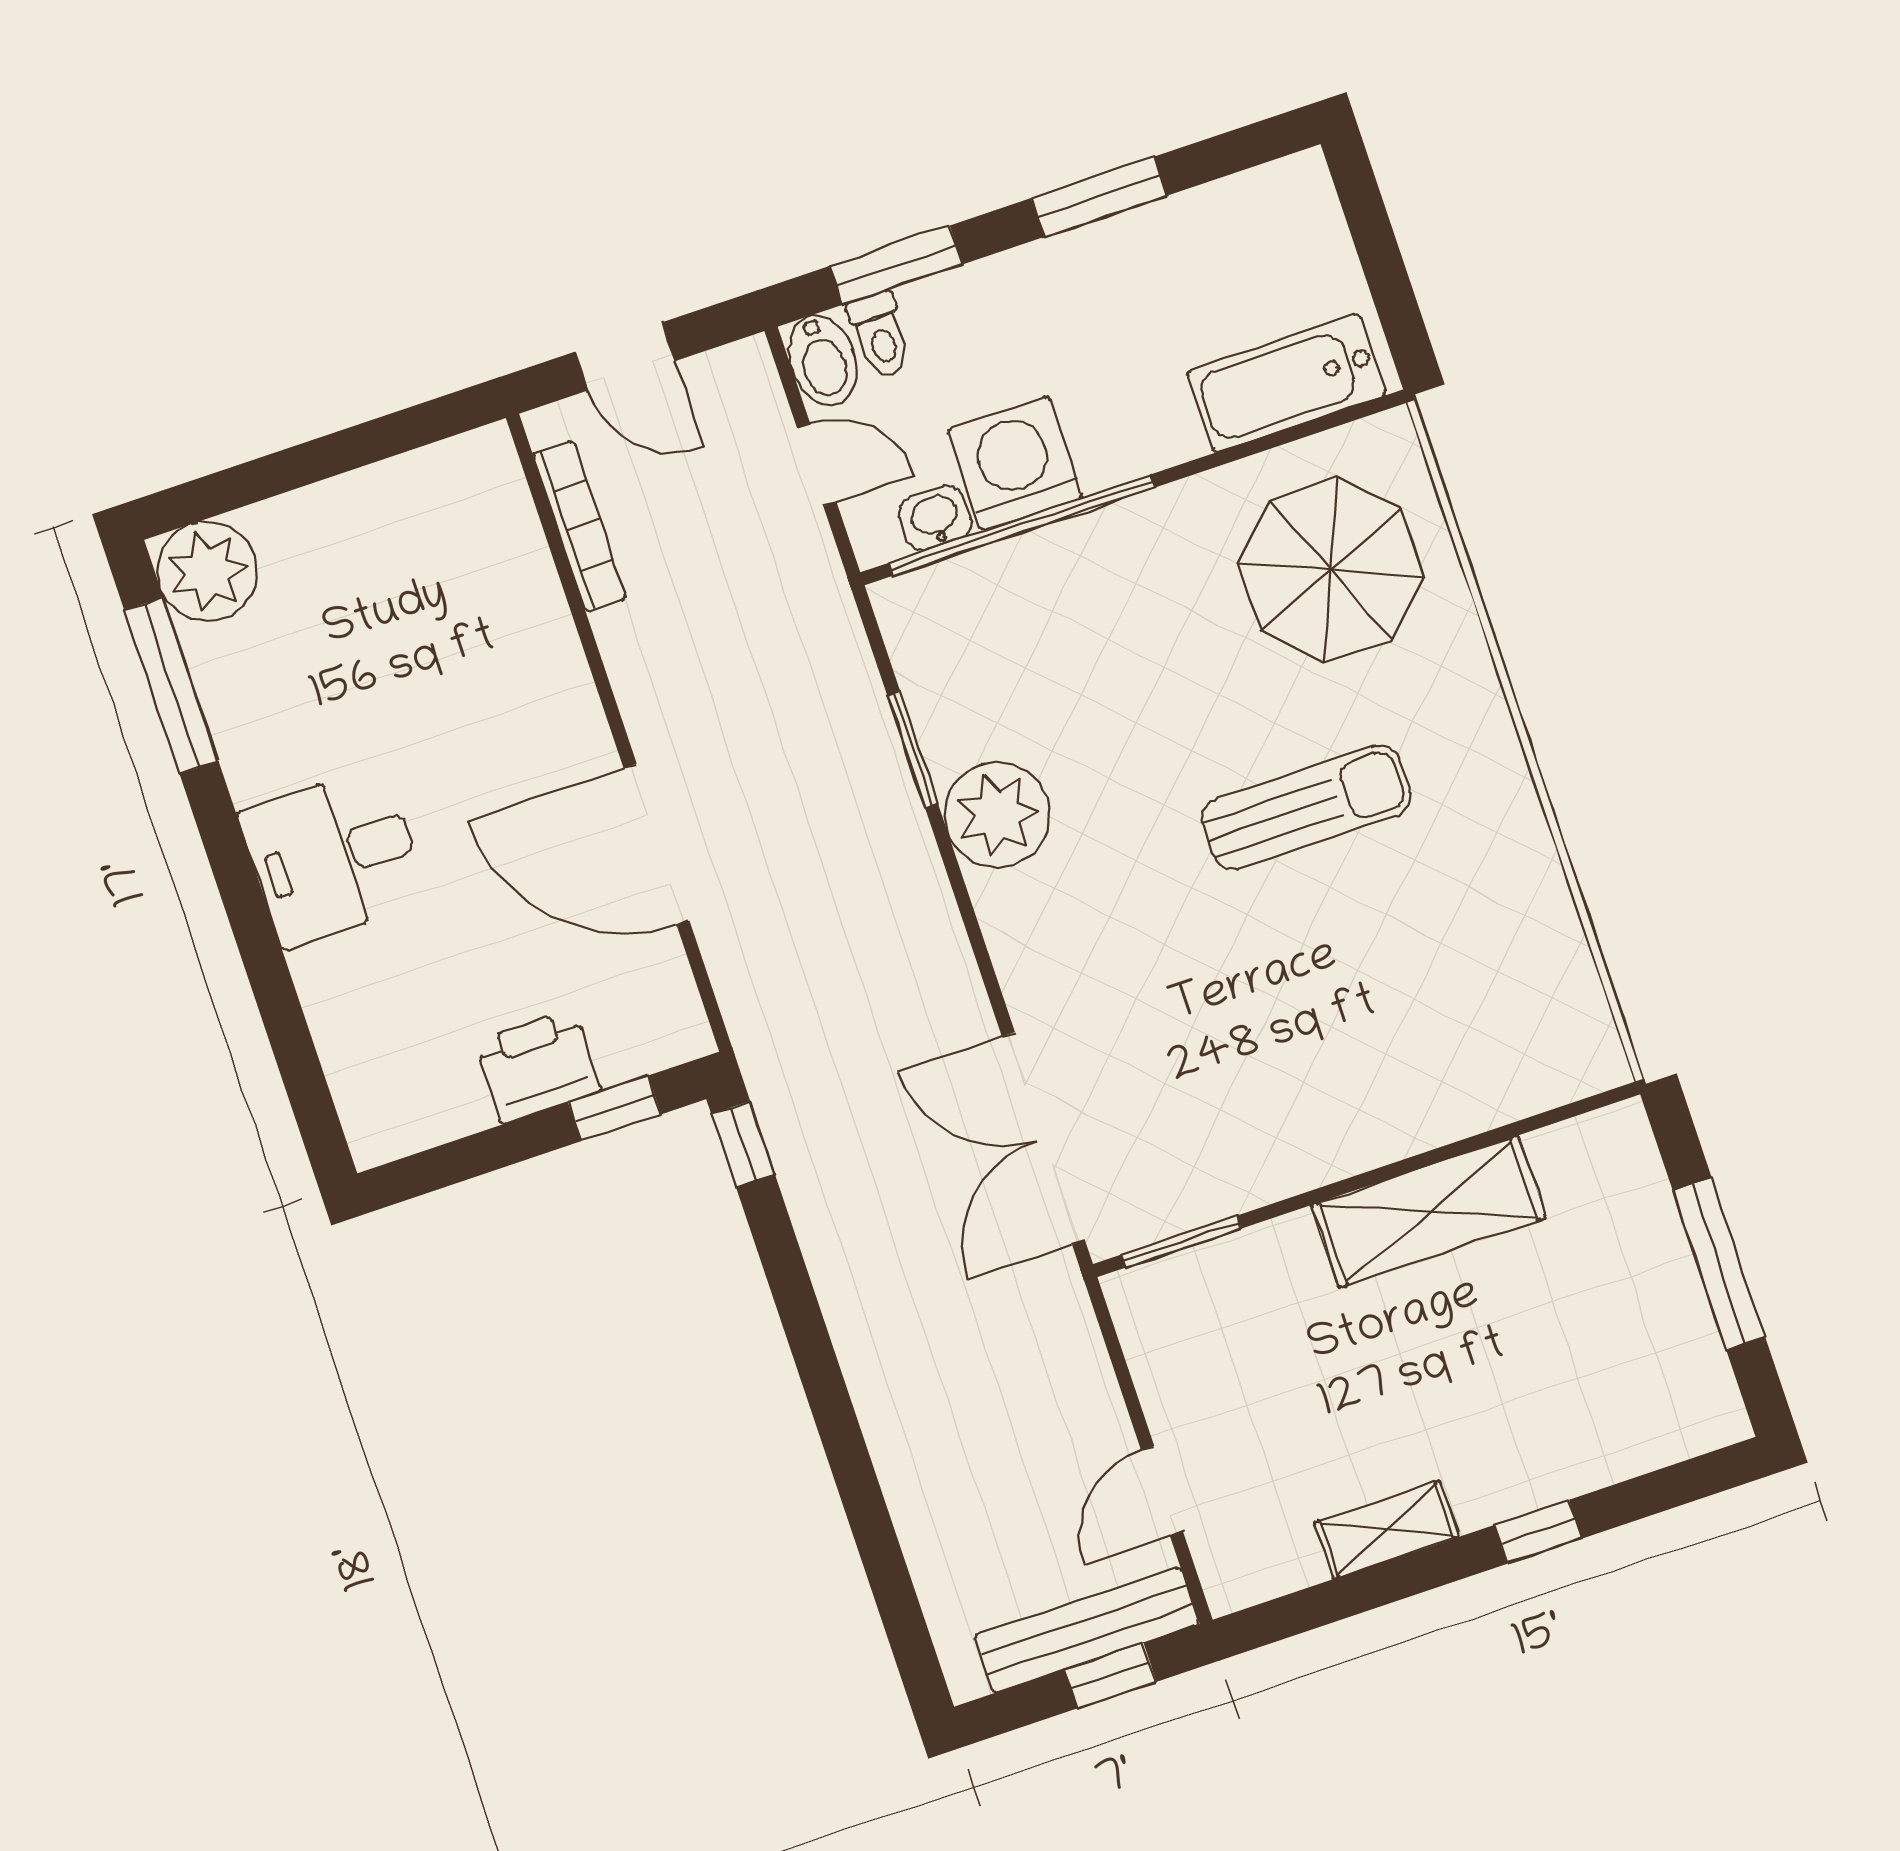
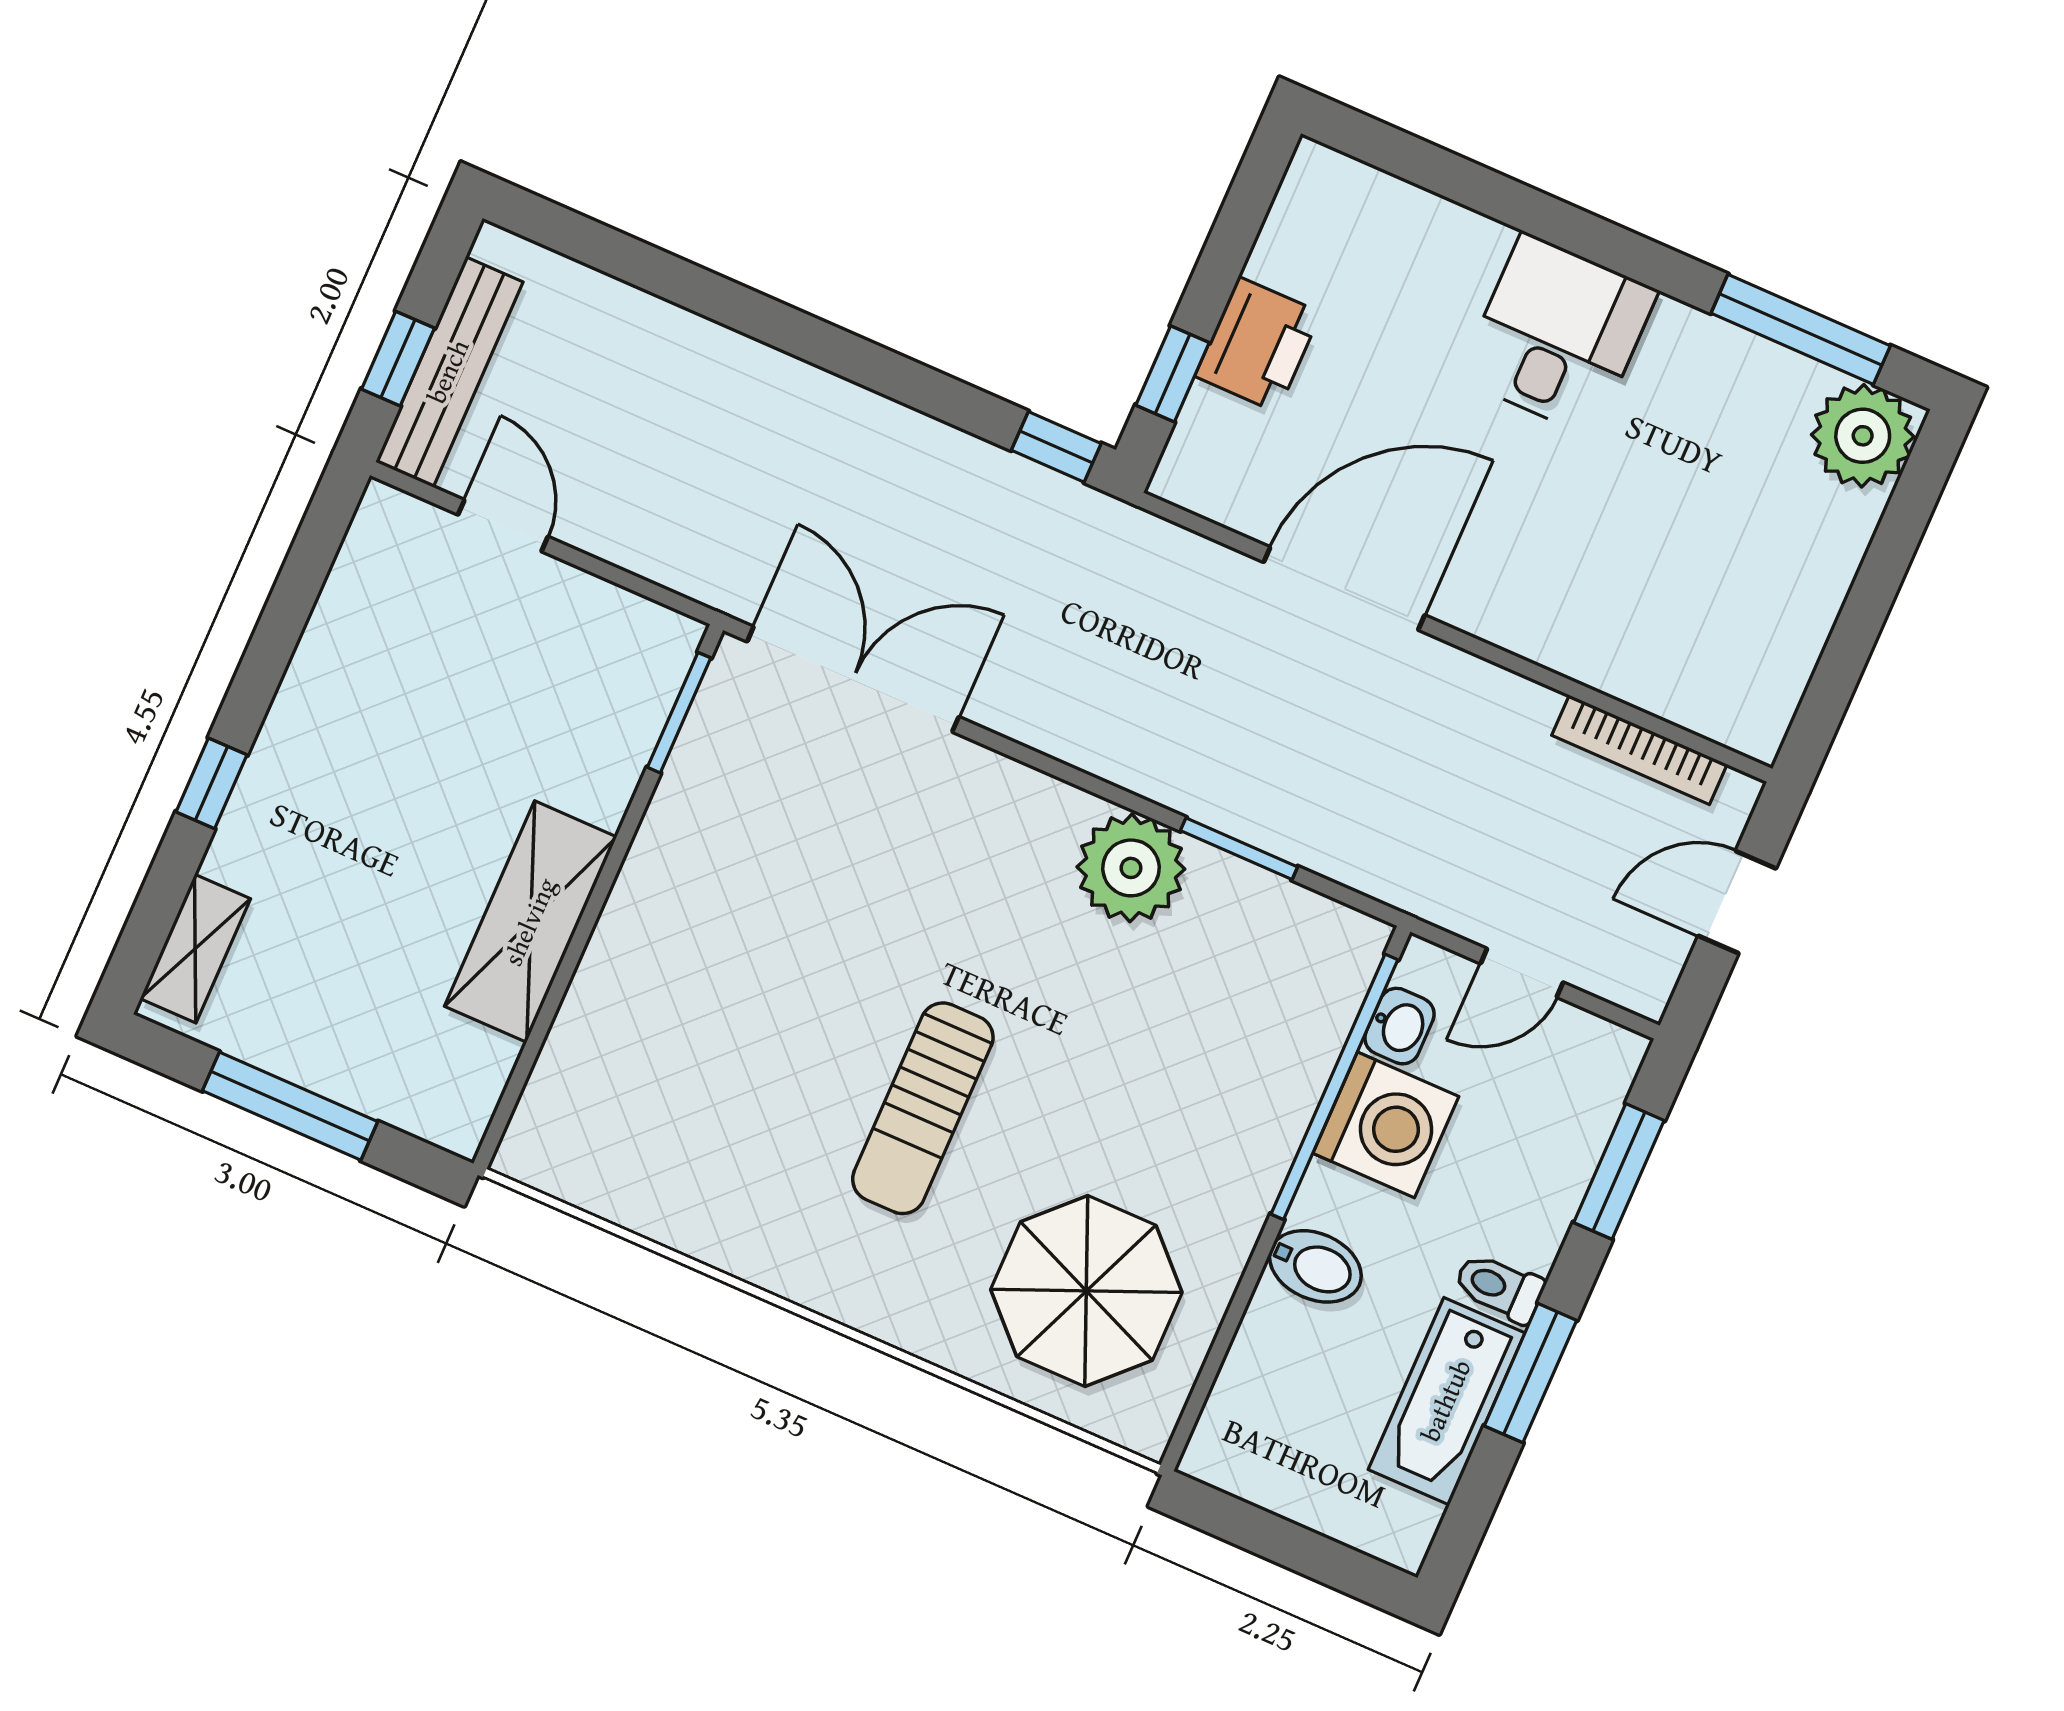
toilet: (880, 335) -> (1499, 1287), moved
bidet: (823, 360) -> (1315, 1266), moved, turned 180
bathtub: (1286, 383) -> (1447, 1401), moved, turned 180
shelving: (1387, 1530) -> (195, 949), moved

